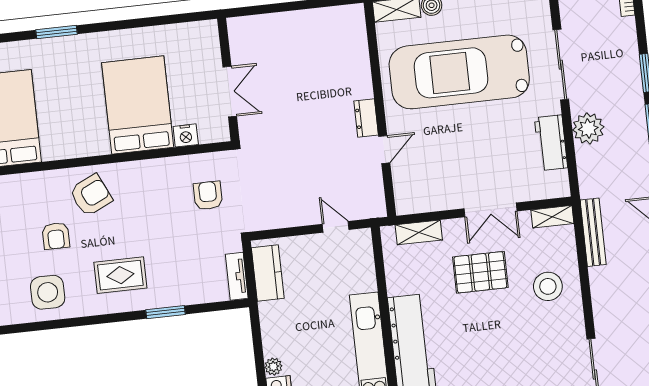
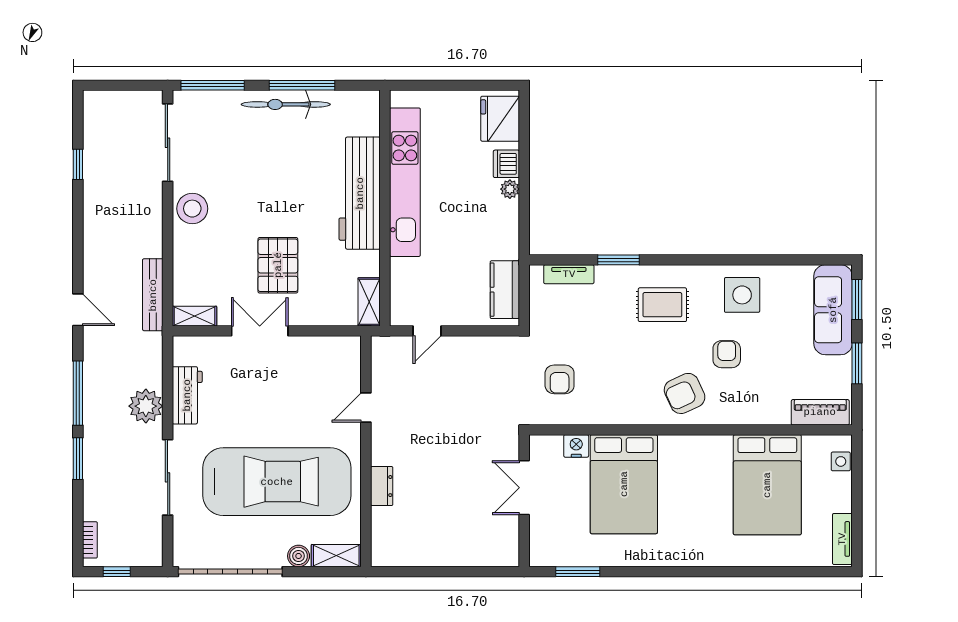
window: (56, 32) -> (578, 572), moved
dresser: (366, 118) -> (382, 486), moved
door: (336, 227) -> (427, 331), hinge flipped
shelving: (419, 232) -> (369, 302), moved, turned 90
pallet: (480, 272) -> (278, 265), turned 90
tv unit: (237, 276) -> (569, 274), moved, turned 90
stool: (548, 286) -> (192, 209), moved

